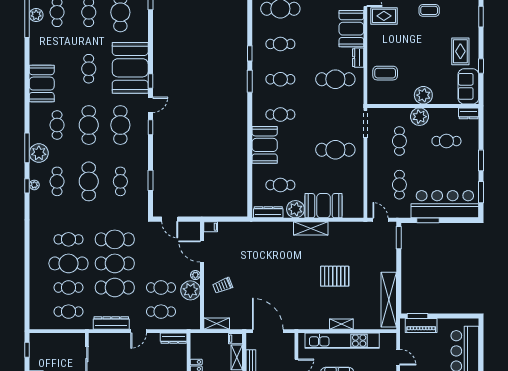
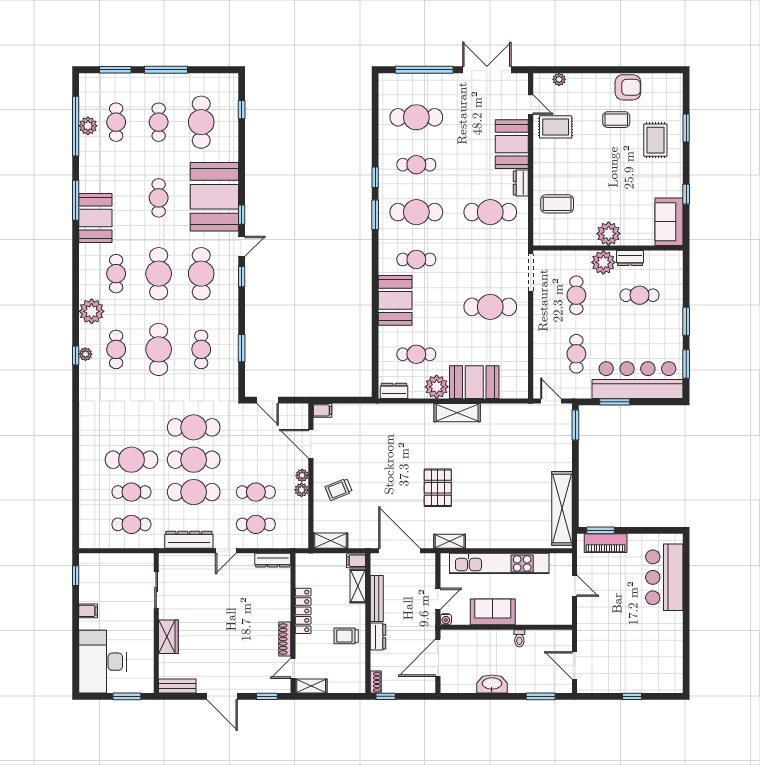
rug: (460, 51) -> (655, 140), moved
cafe table: (280, 79) -> (416, 212), width x1.37, depth x1.35
dresser: (469, 113) -> (630, 258), moved
window: (27, 148) -> (76, 200), moved
dresser: (268, 212) -> (394, 391), width x0.70
cafe table: (68, 239) -> (131, 427), removed
pallet: (335, 276) -> (438, 488), moved, turned 90
plant: (190, 290) -> (301, 490), width x0.53, depth x0.53
shelving: (341, 324) -> (450, 541), moved

